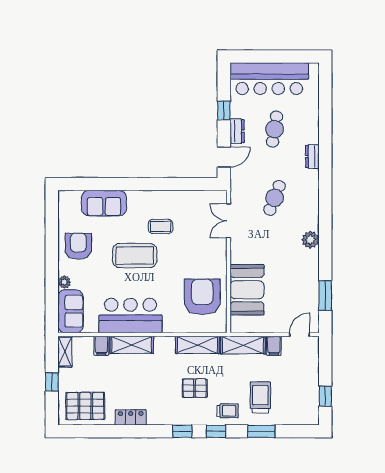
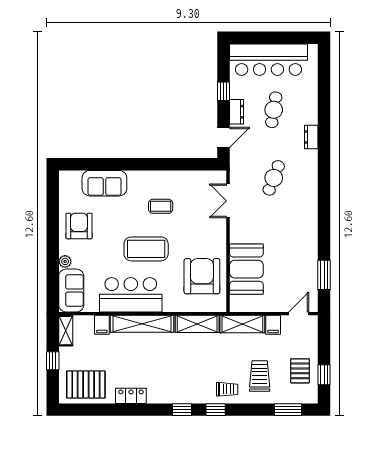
plant: (310, 240) -> (309, 220), removed
coffee table: (135, 256) -> (146, 249), moved
shelving: (132, 345) -> (142, 324), width x1.47
pallet: (195, 388) -> (300, 371), moved, turned 90
window: (261, 431) -> (288, 410), moved

